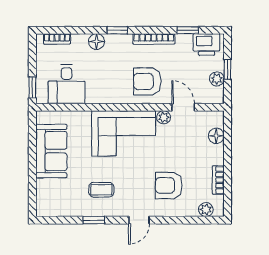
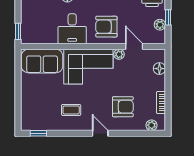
desk: (67, 84) -> (72, 29), moved
sofa: (51, 151) -> (42, 61), moved, turned 90
armchair: (169, 185) -> (123, 107), turned 180
window: (94, 220) -> (38, 133), moved
door: (139, 220) -> (100, 133), swing flipped

